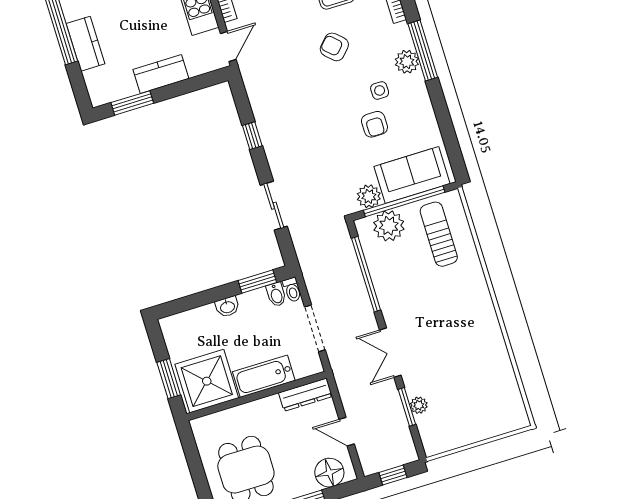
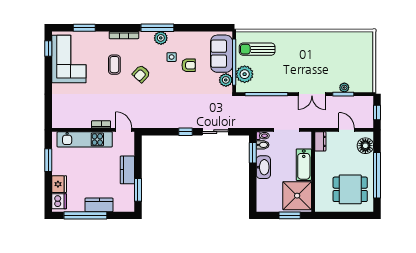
window: (252, 136) -> (186, 132), moved
washbasin: (227, 307) -> (263, 167), width x1.91, depth x1.45
dresser: (305, 395) -> (320, 141), width x0.70
door: (347, 432) -> (347, 130), swing flipped

